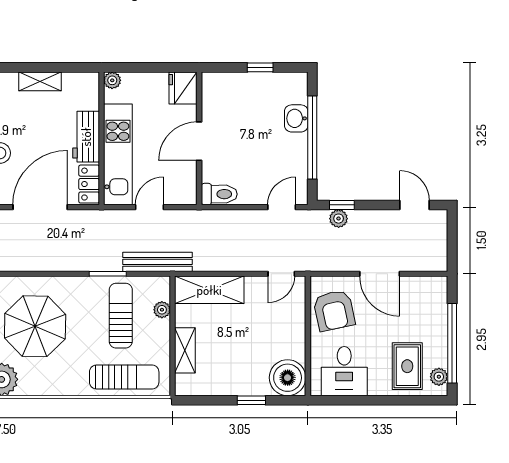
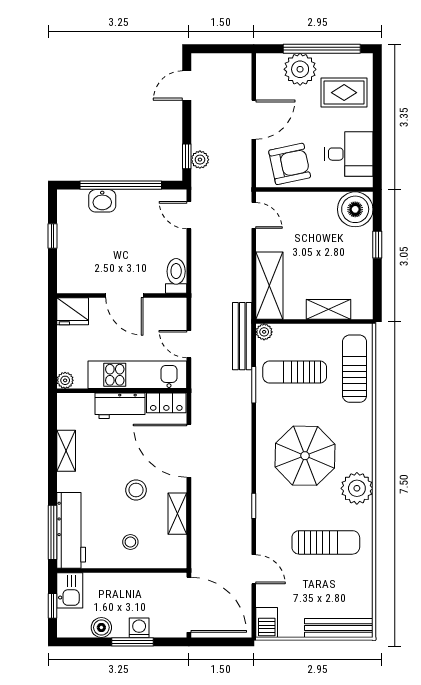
plant: (162, 310) -> (264, 332), moved
plant: (439, 377) -> (300, 69), moved, width x1.88, depth x1.88

